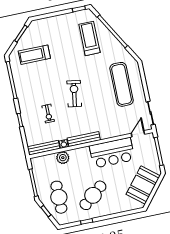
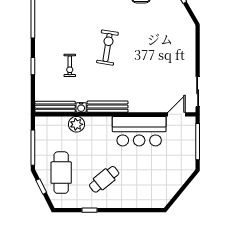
exercise mat: (122, 84) -> (169, 48), removed
booth: (143, 185) -> (169, 180), removed
cafe table: (93, 195) -> (104, 179), width x0.73, depth x0.74

